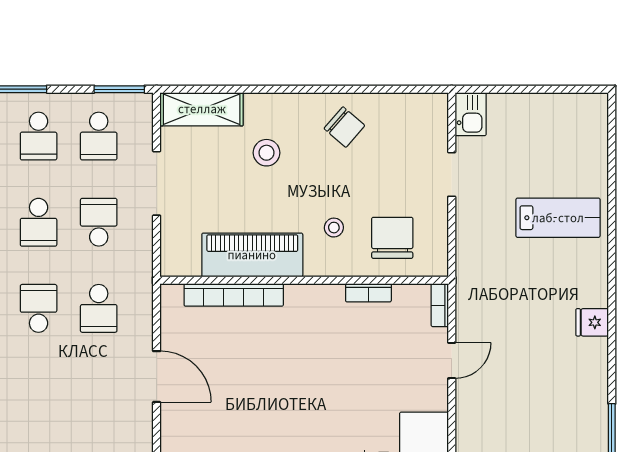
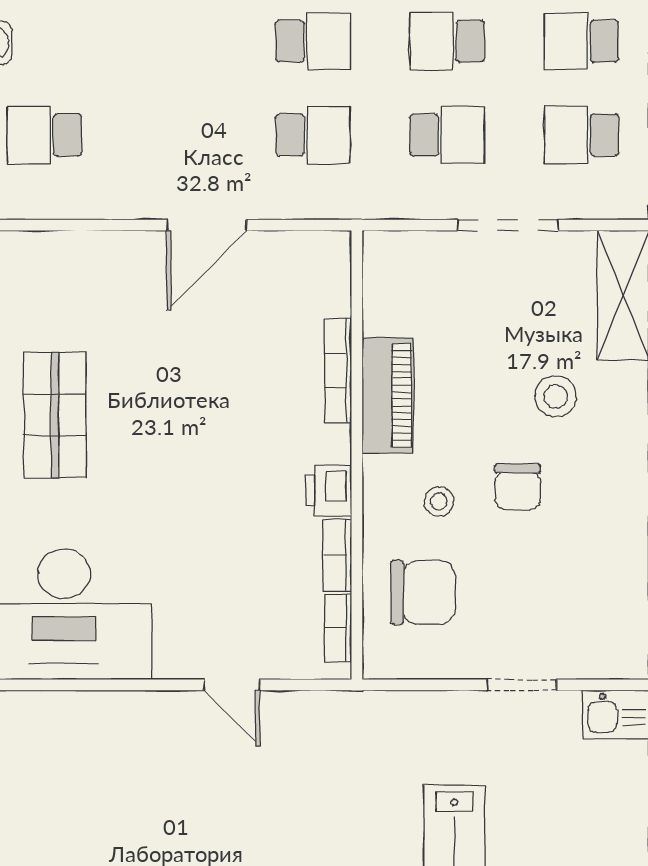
chair: (344, 127) -> (518, 487), moved, turned -41
piano: (252, 255) -> (388, 395), width x0.73, depth x0.75
bookcase: (234, 295) -> (338, 370), width x0.68, depth x0.76
printer: (327, 299) -> (328, 491), added
bookcase: (440, 305) -> (338, 628), moved, turned -90
school desk: (99, 308) -> (313, 135), turned 180

